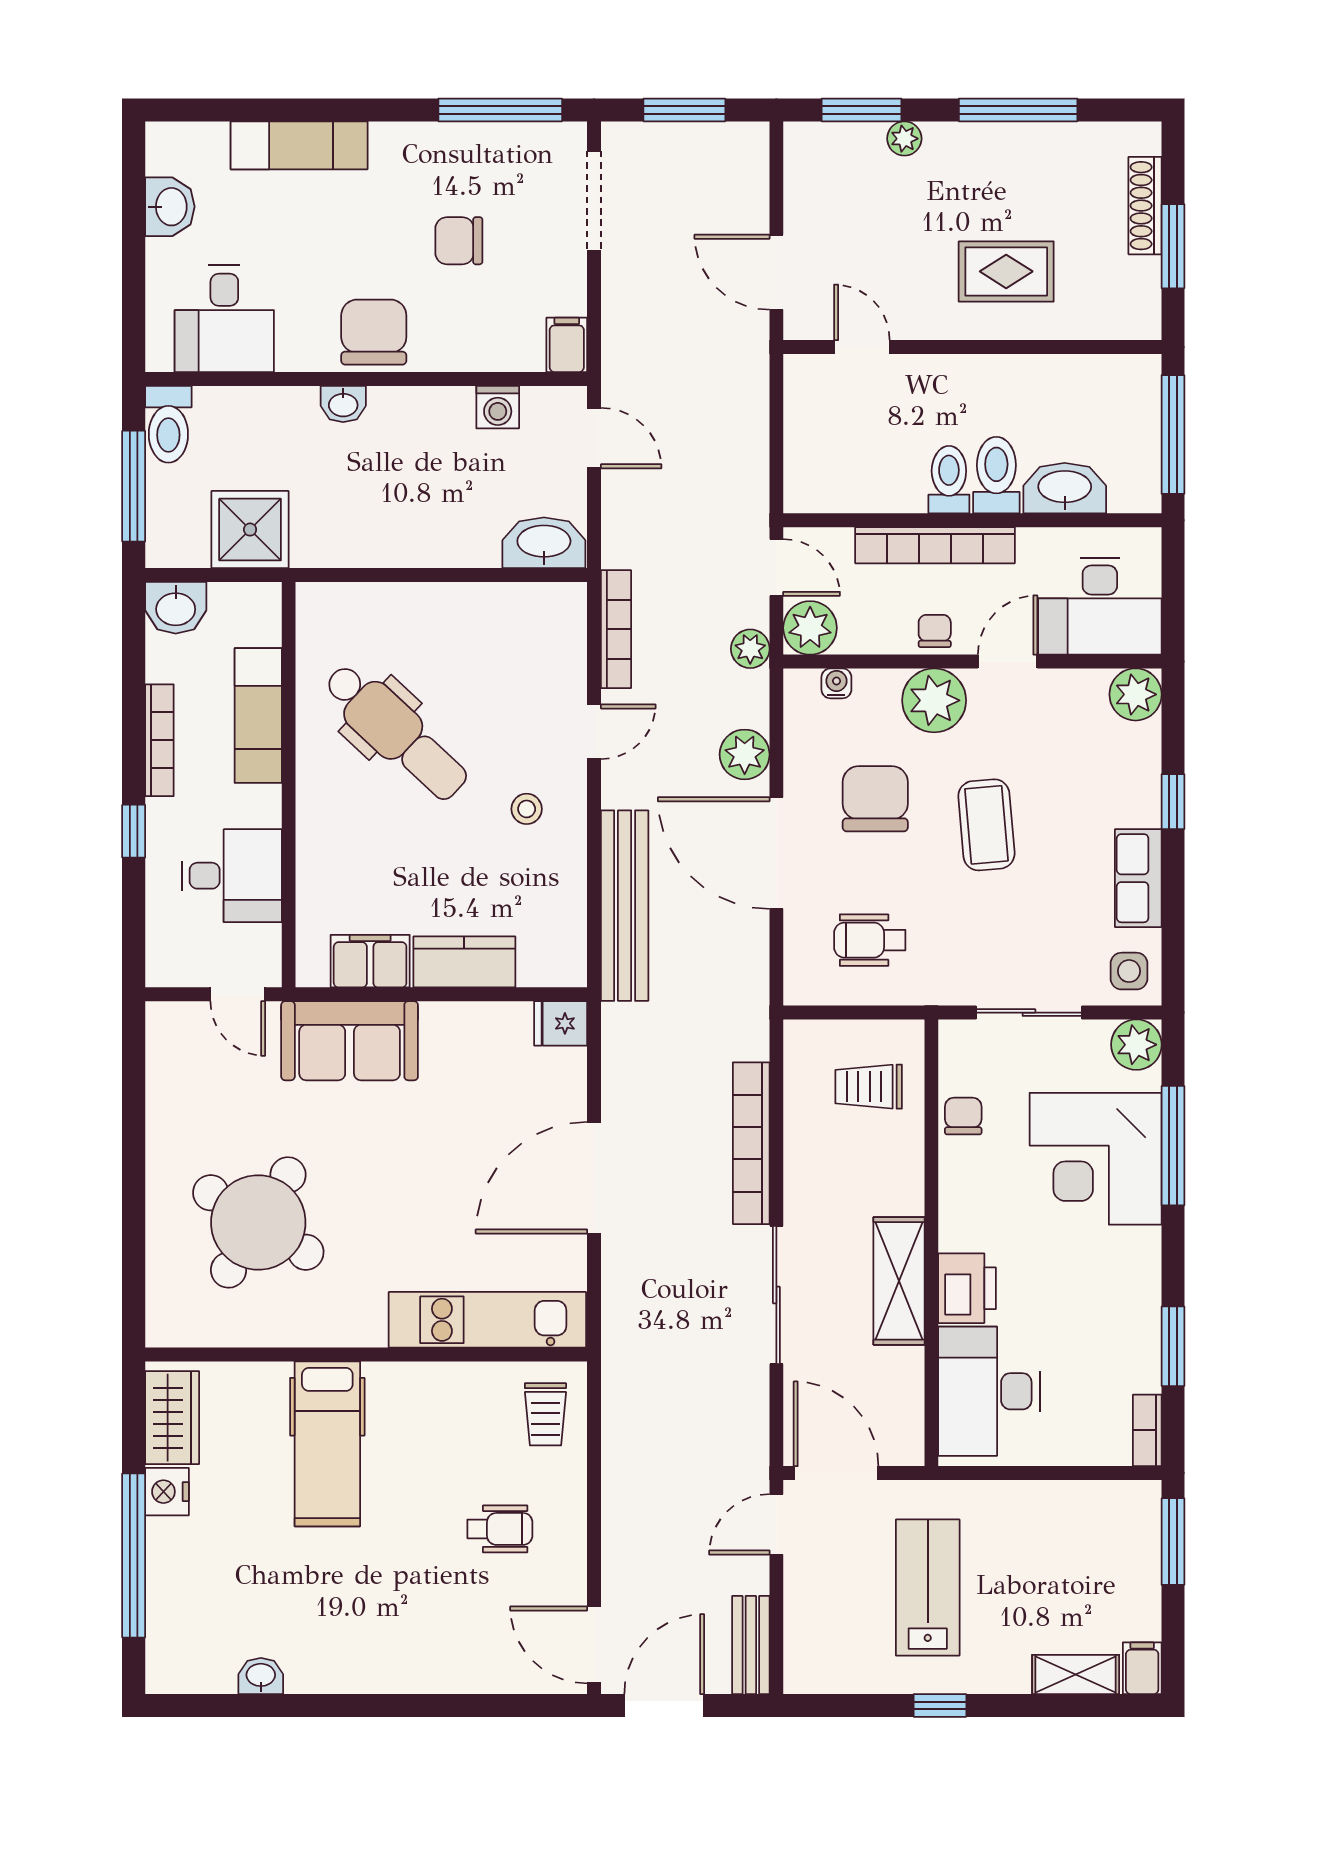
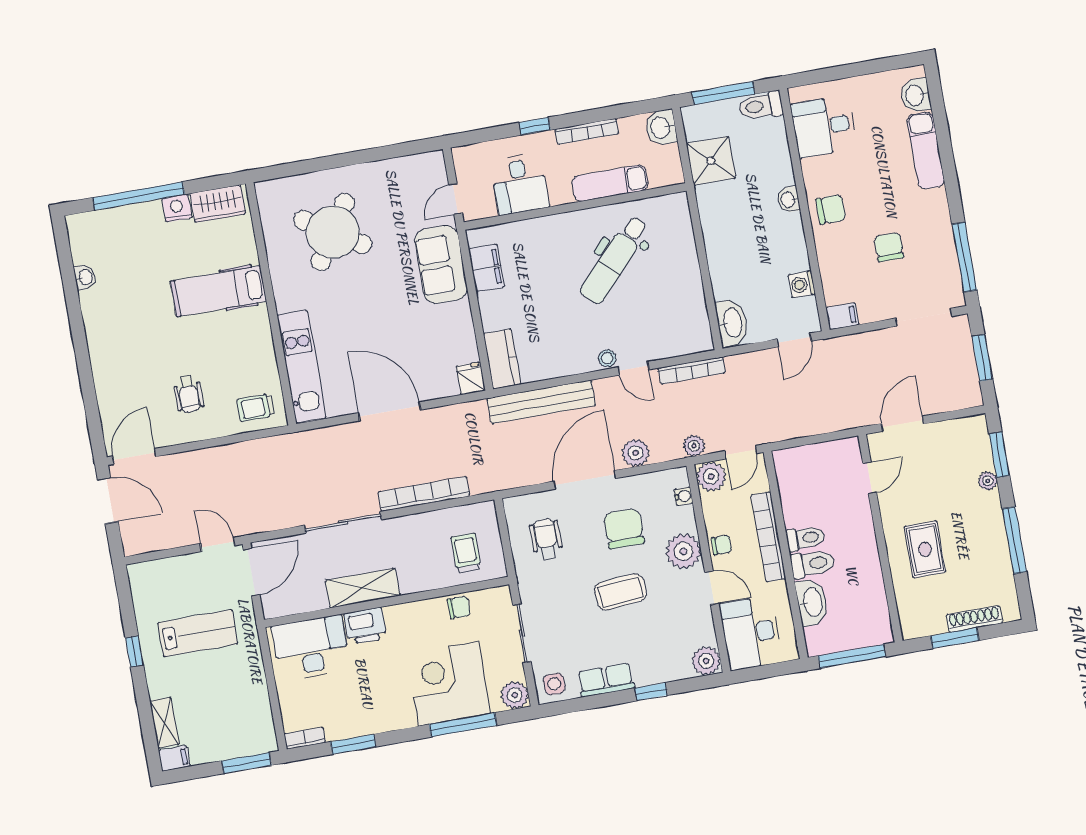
washbasin: (170, 207) -> (915, 95), moved, turned 90
chair: (374, 332) -> (831, 209), width x0.73, depth x0.73
chair: (875, 799) -> (624, 529), turned -90
stool: (527, 809) -> (607, 358), moved
kitchen counter: (464, 962) -> (502, 359), moved
bench: (751, 1645) -> (149, 542), removed

